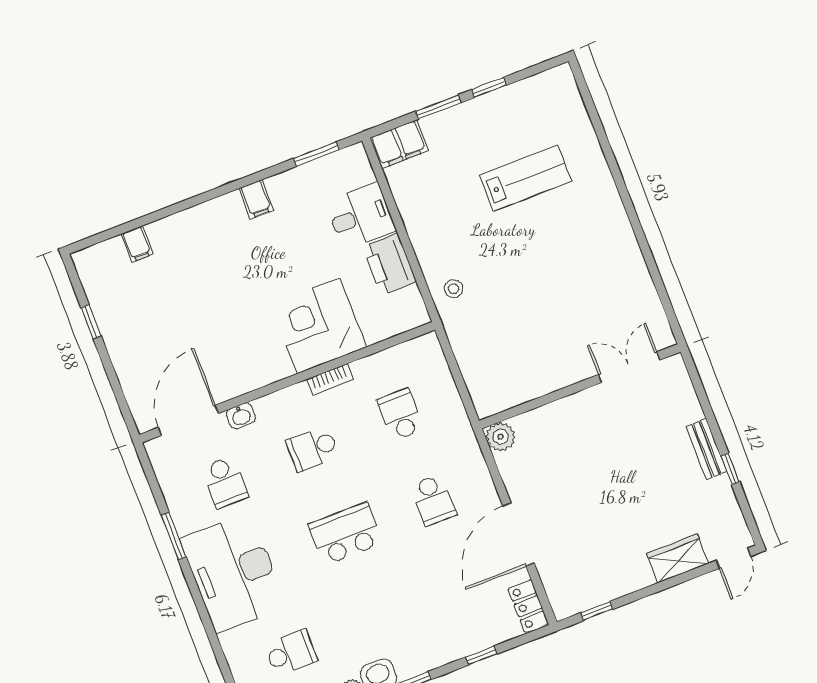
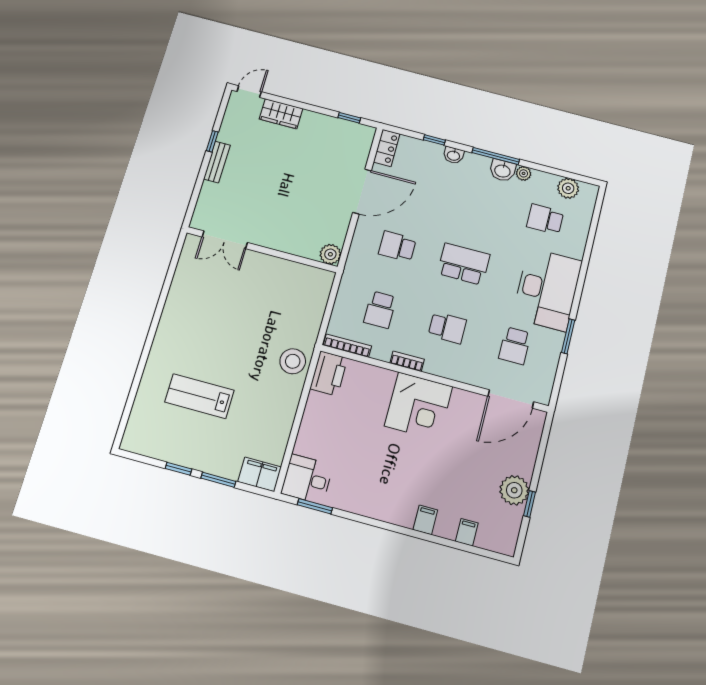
filing cabinet: (256, 199) -> (425, 520), moved
desk: (361, 216) -> (307, 479), moved
printer: (390, 264) -> (329, 373), moved
stool: (454, 289) -> (293, 361), width x1.89, depth x1.89
plant: (117, 325) -> (514, 490), added
corner desk: (318, 326) -> (419, 406), moved
bookcase: (407, 349) -> (347, 346), added
washbasin: (241, 416) -> (454, 155), moved, turned 180
school desk: (225, 482) -> (515, 346), turned 180
school desk: (433, 500) -> (397, 246), turned -90
school desk: (346, 534) -> (464, 264), turned 180

